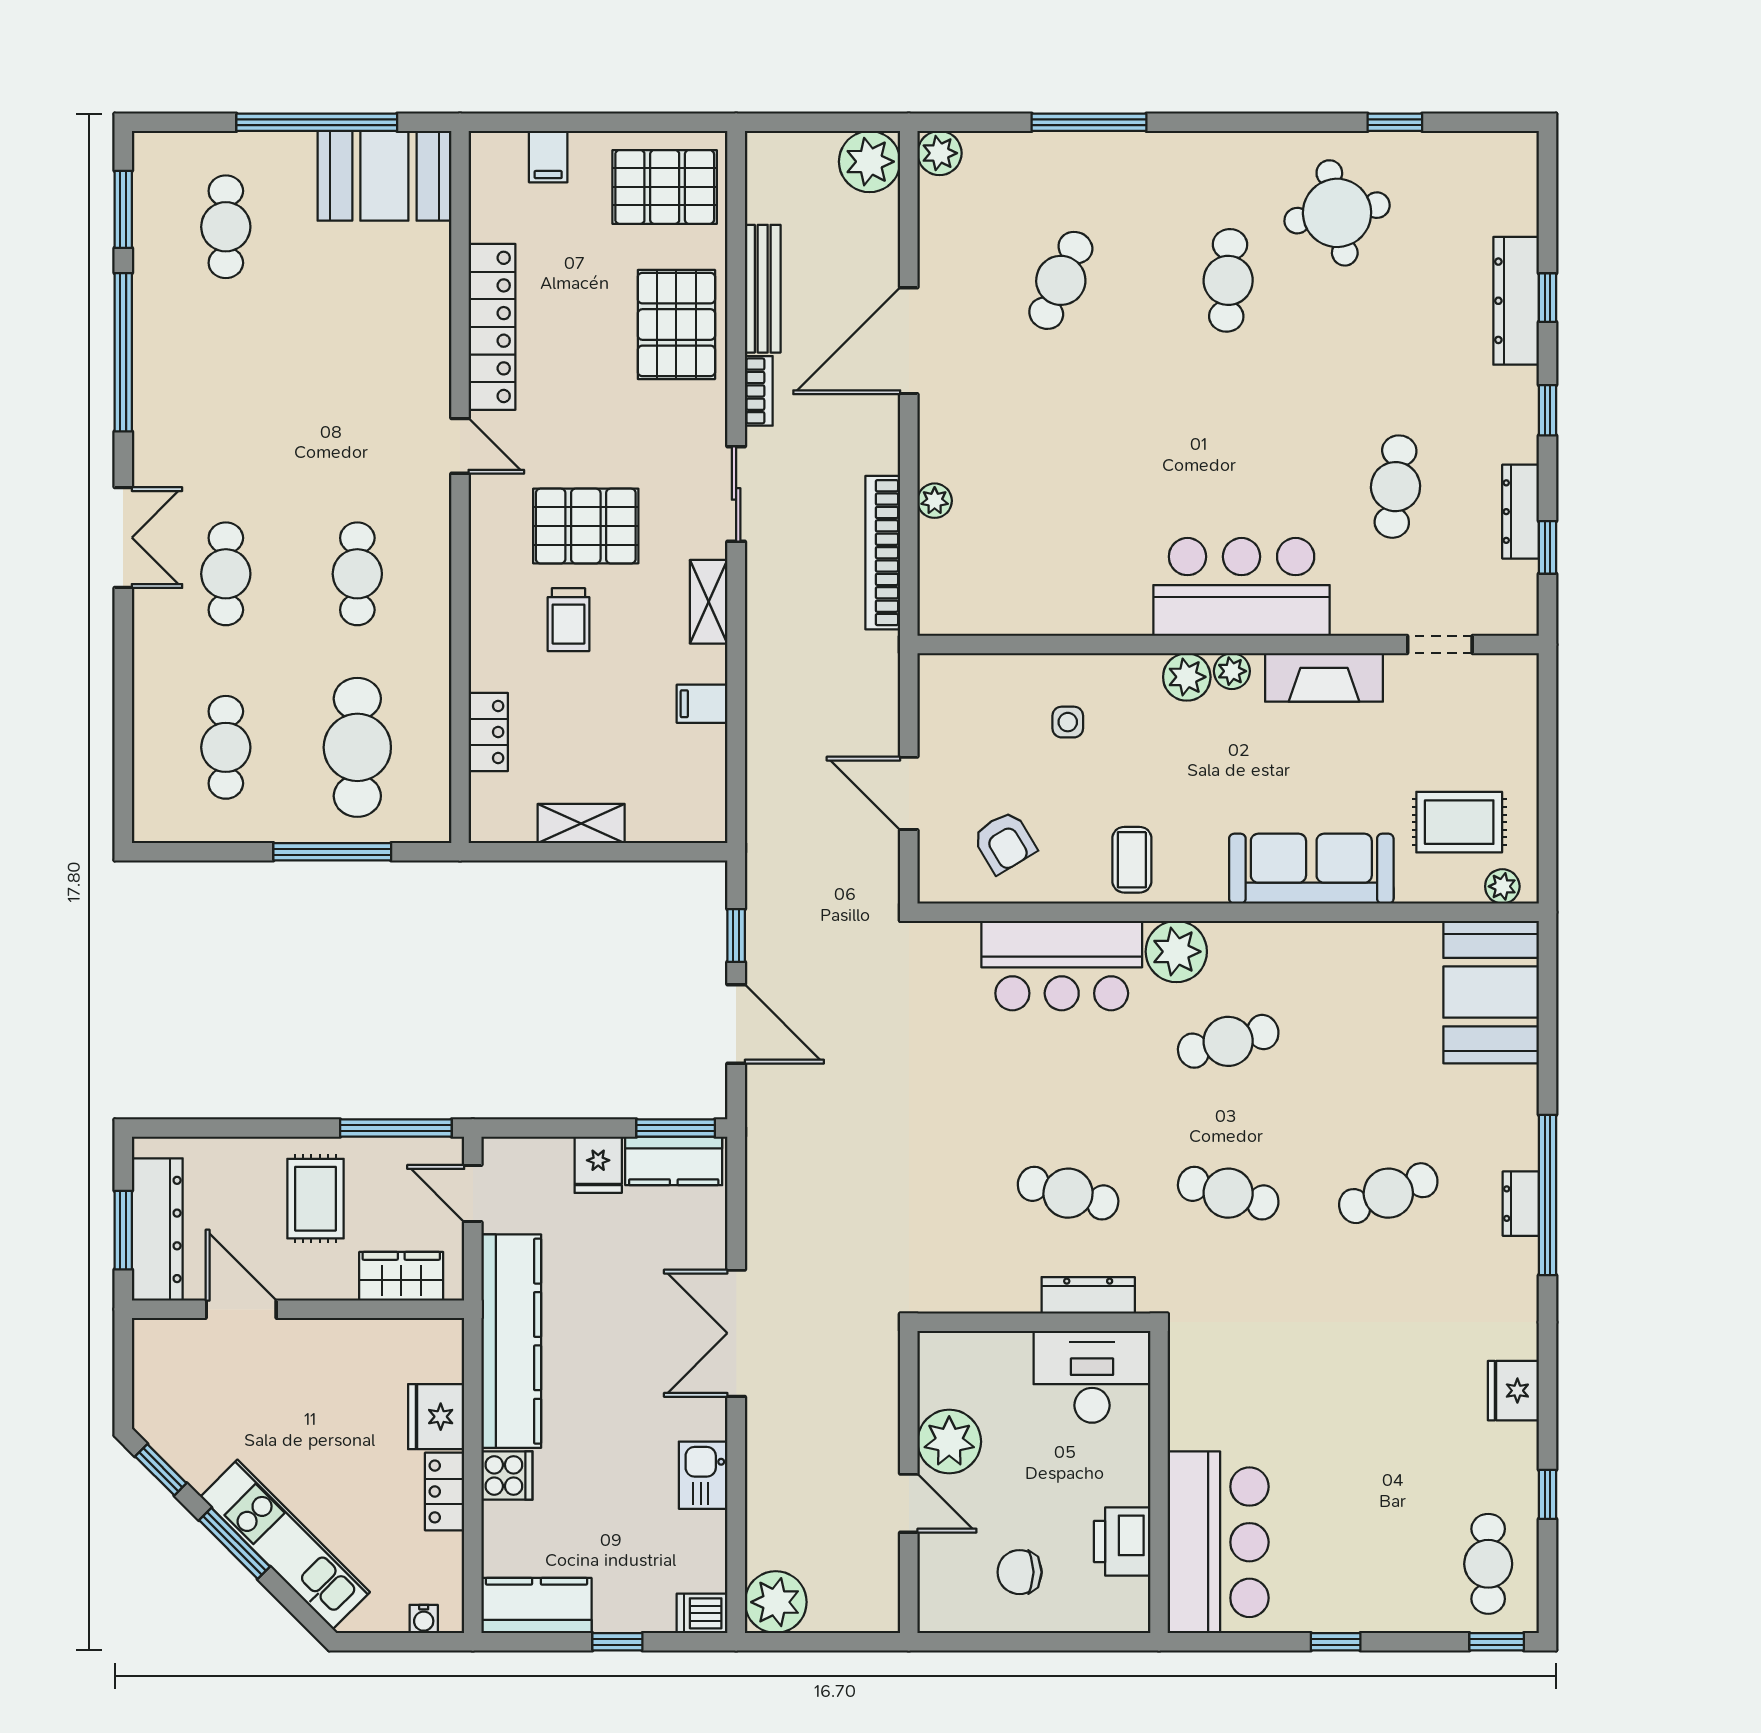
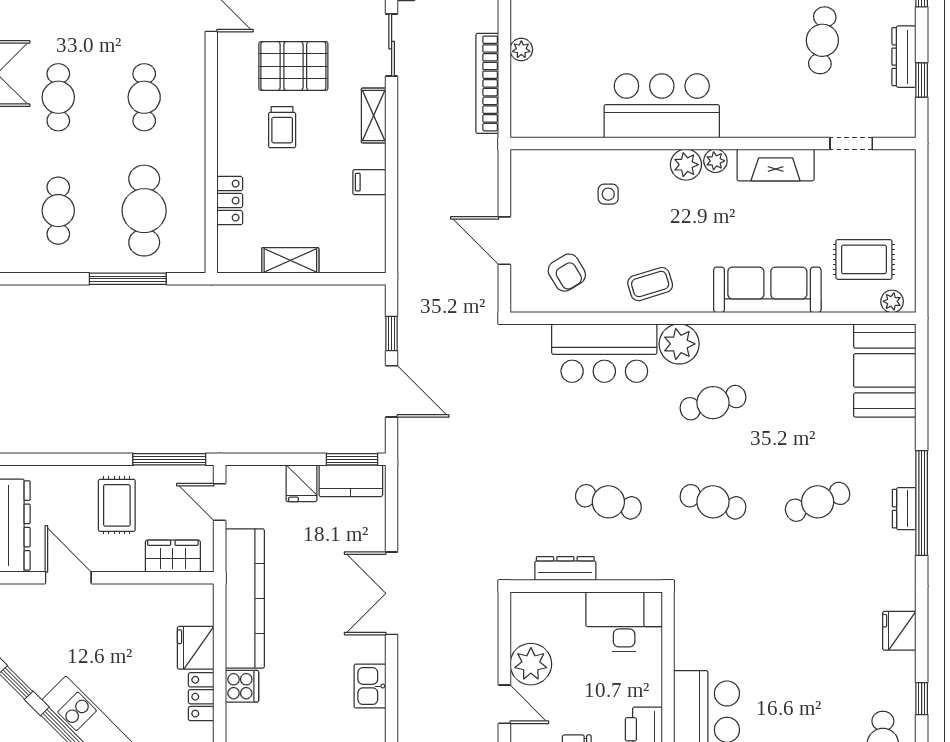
bar counter: (1242, 587) -> (662, 106), moved
coffee table: (1132, 860) -> (650, 284), turned 73
dresser: (1088, 1295) -> (565, 569), moved

